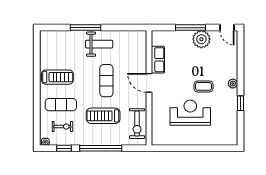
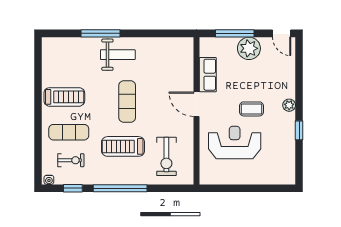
row of seats: (158, 60) -> (208, 75), moved
door: (149, 83) -> (197, 104), moved
wall: (149, 88) -> (197, 111), moved

